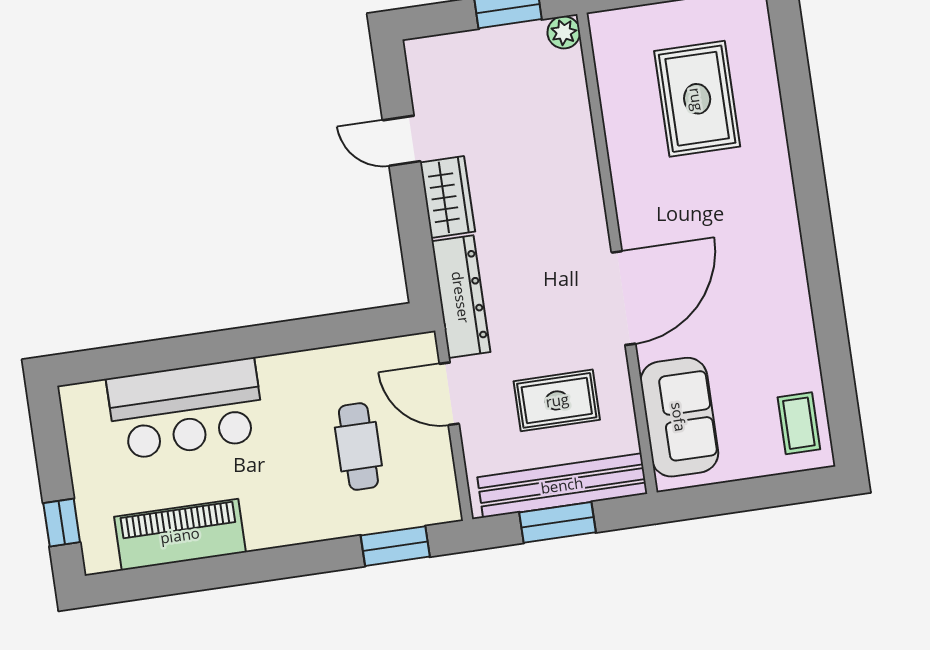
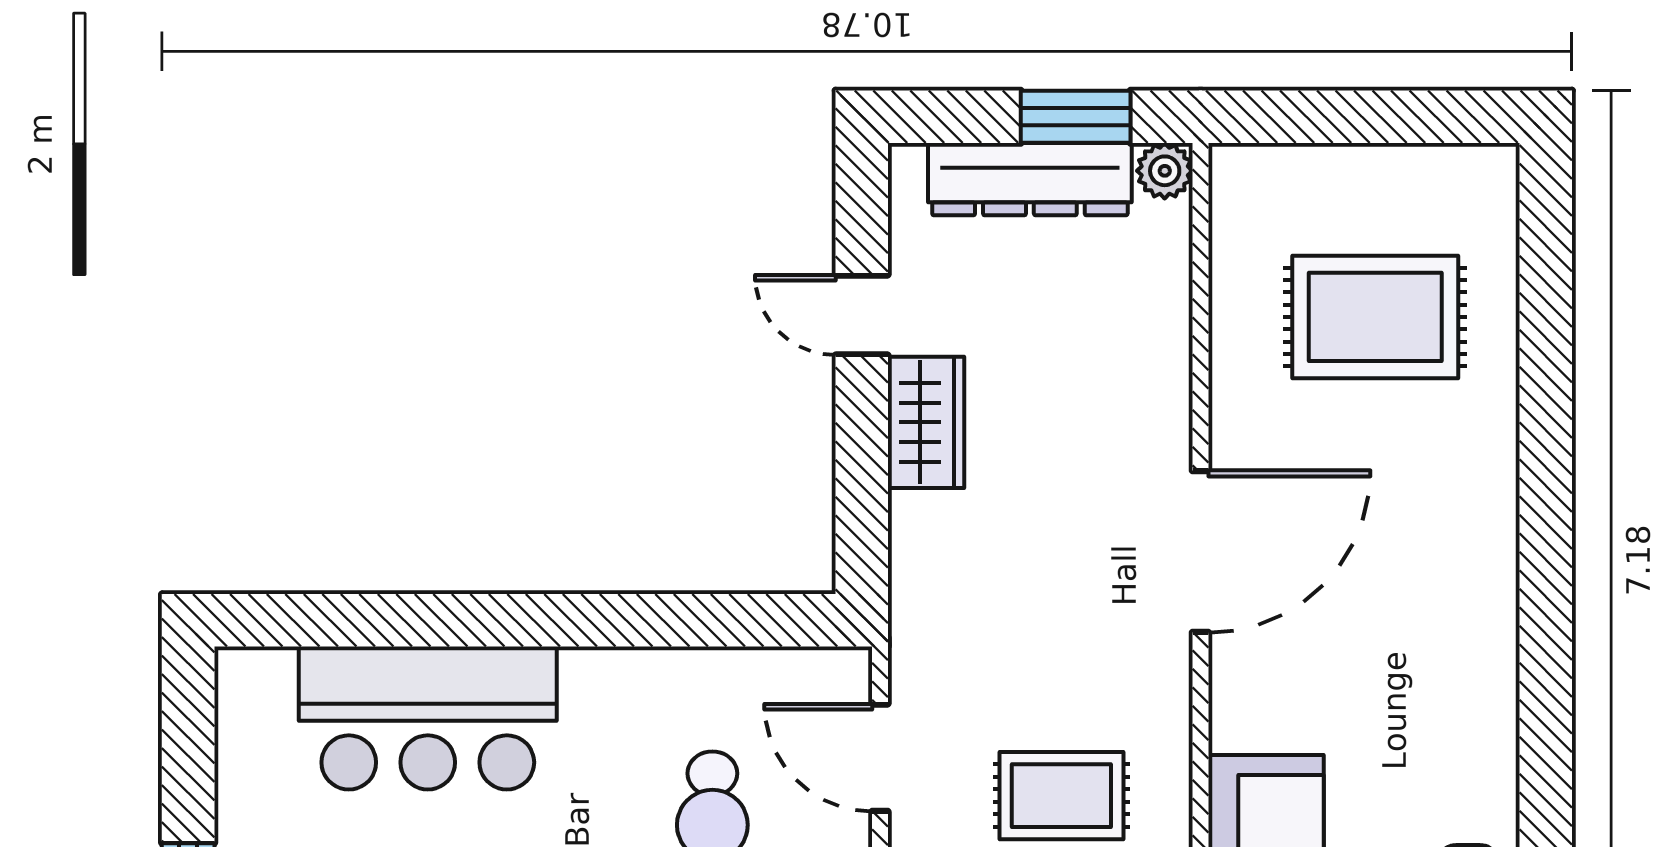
rug: (697, 99) -> (1375, 317), turned 90
dresser: (461, 297) -> (1030, 179), moved, turned 90
door: (623, 298) -> (1200, 551), moved

